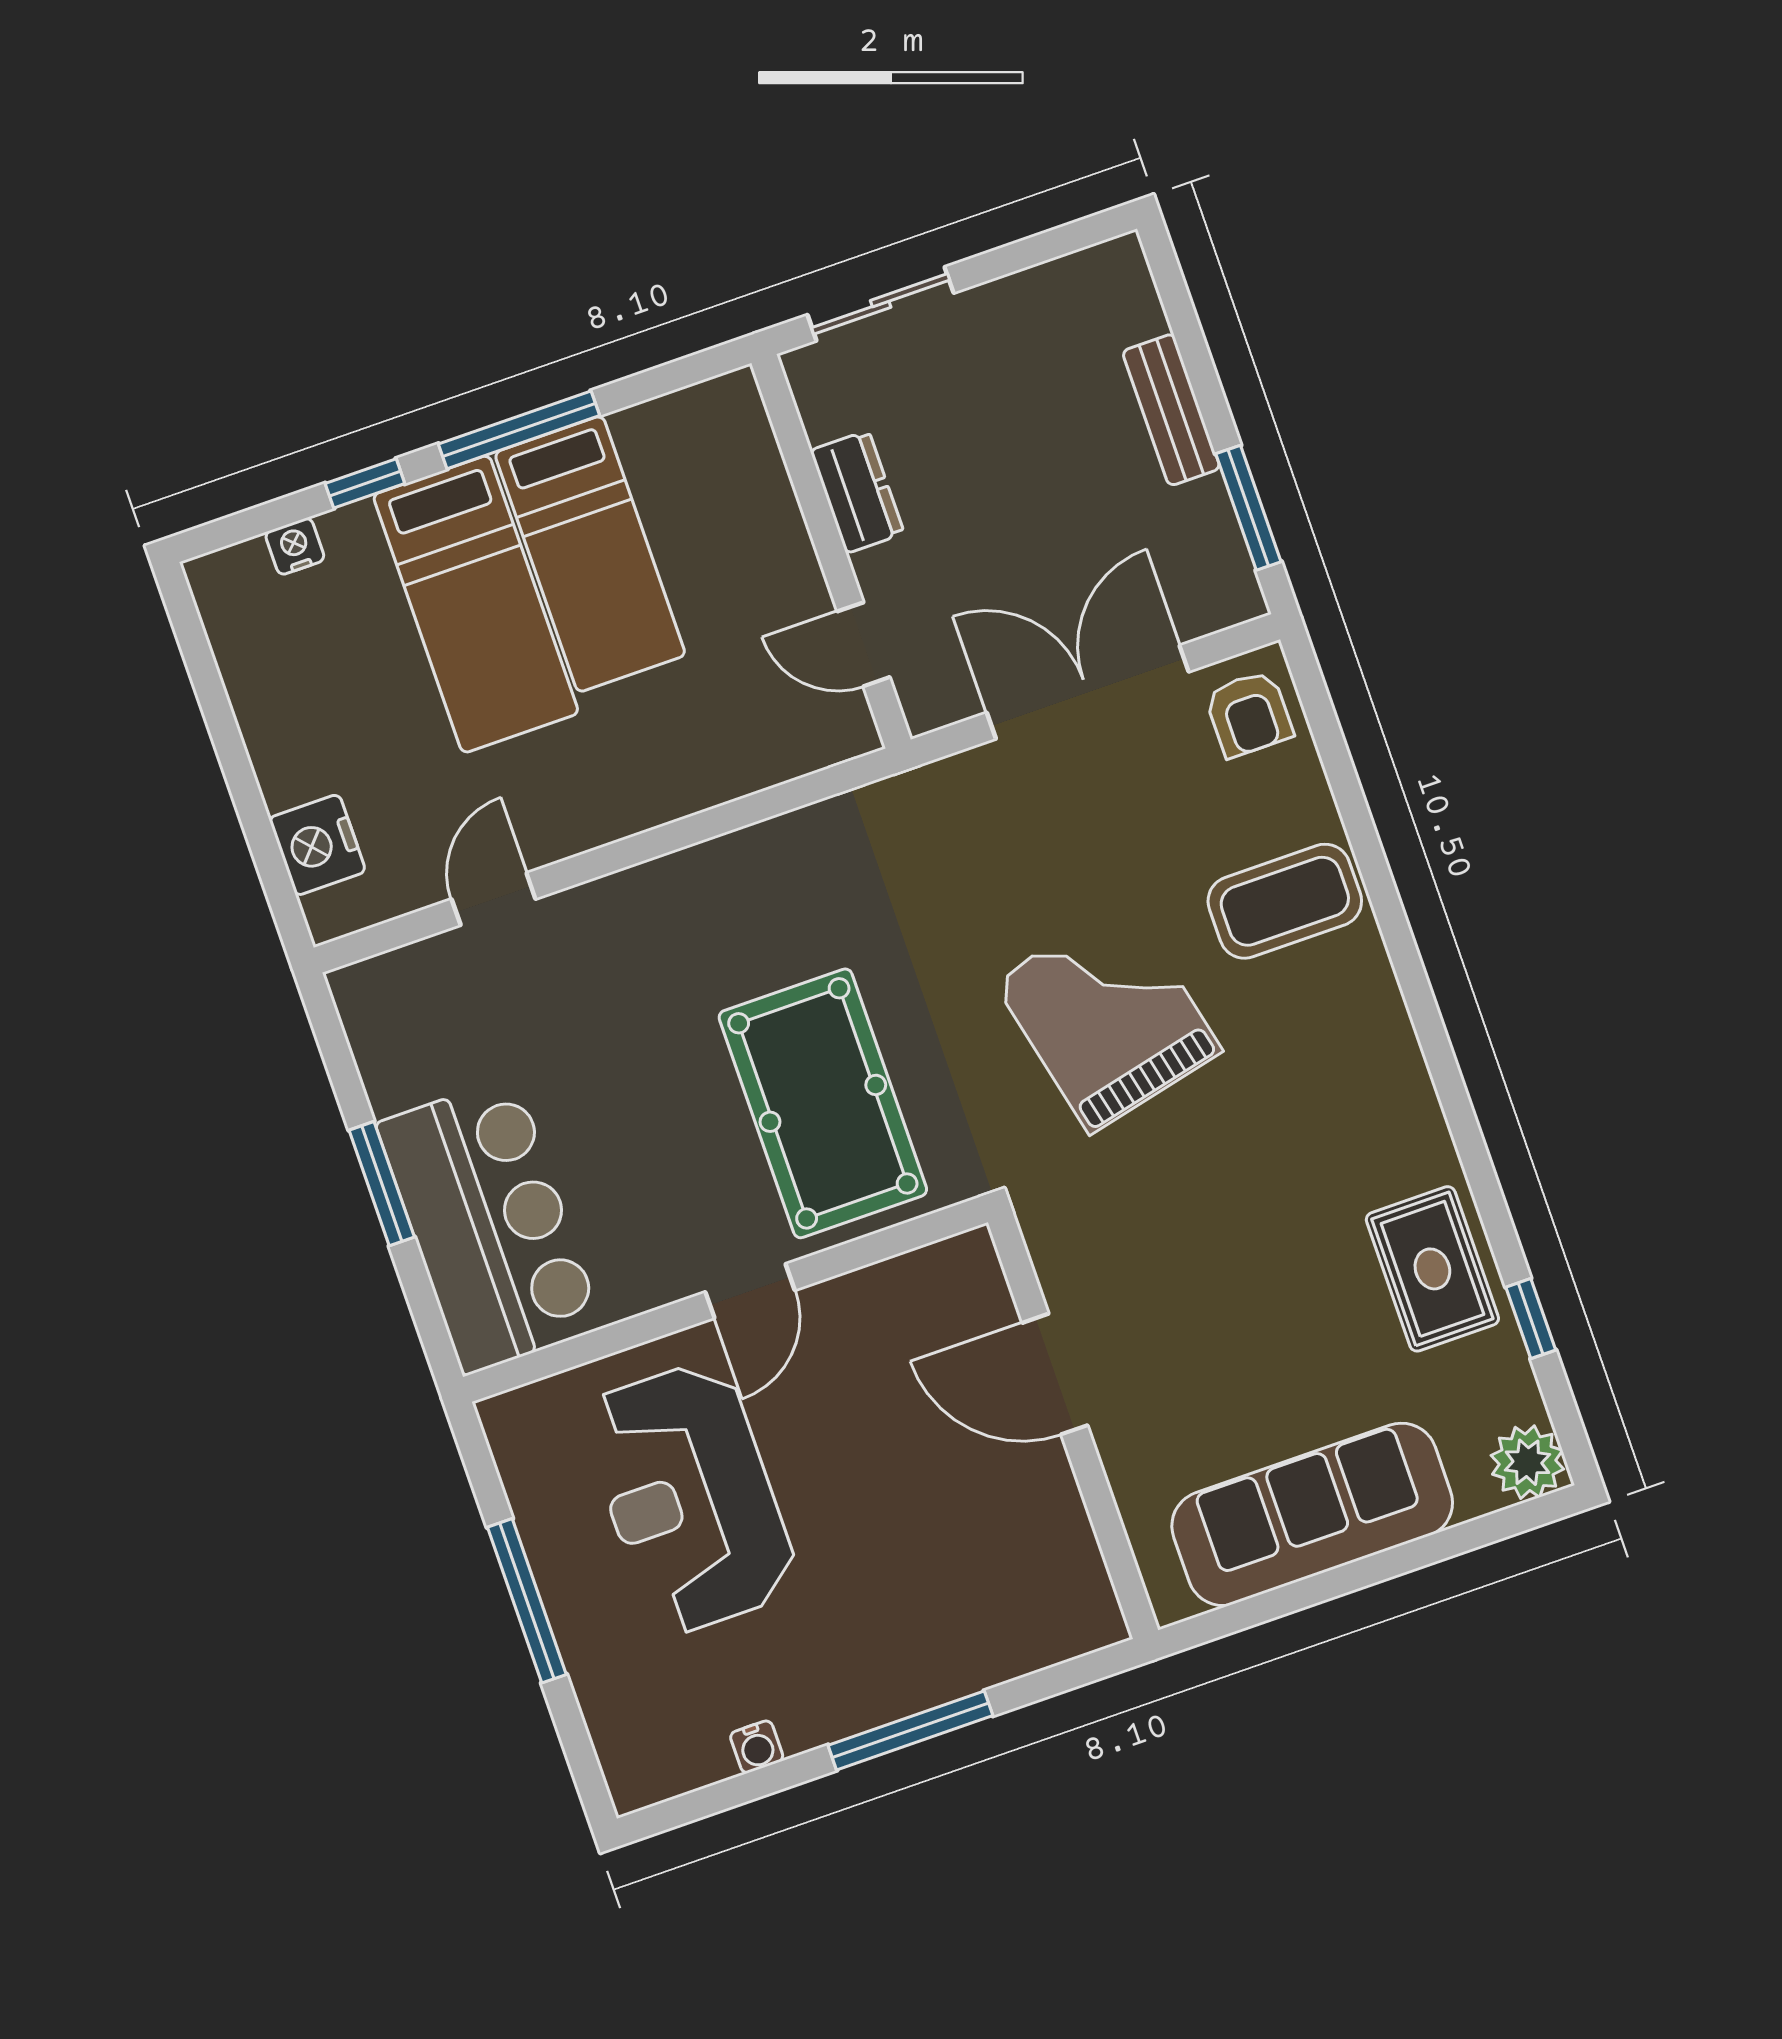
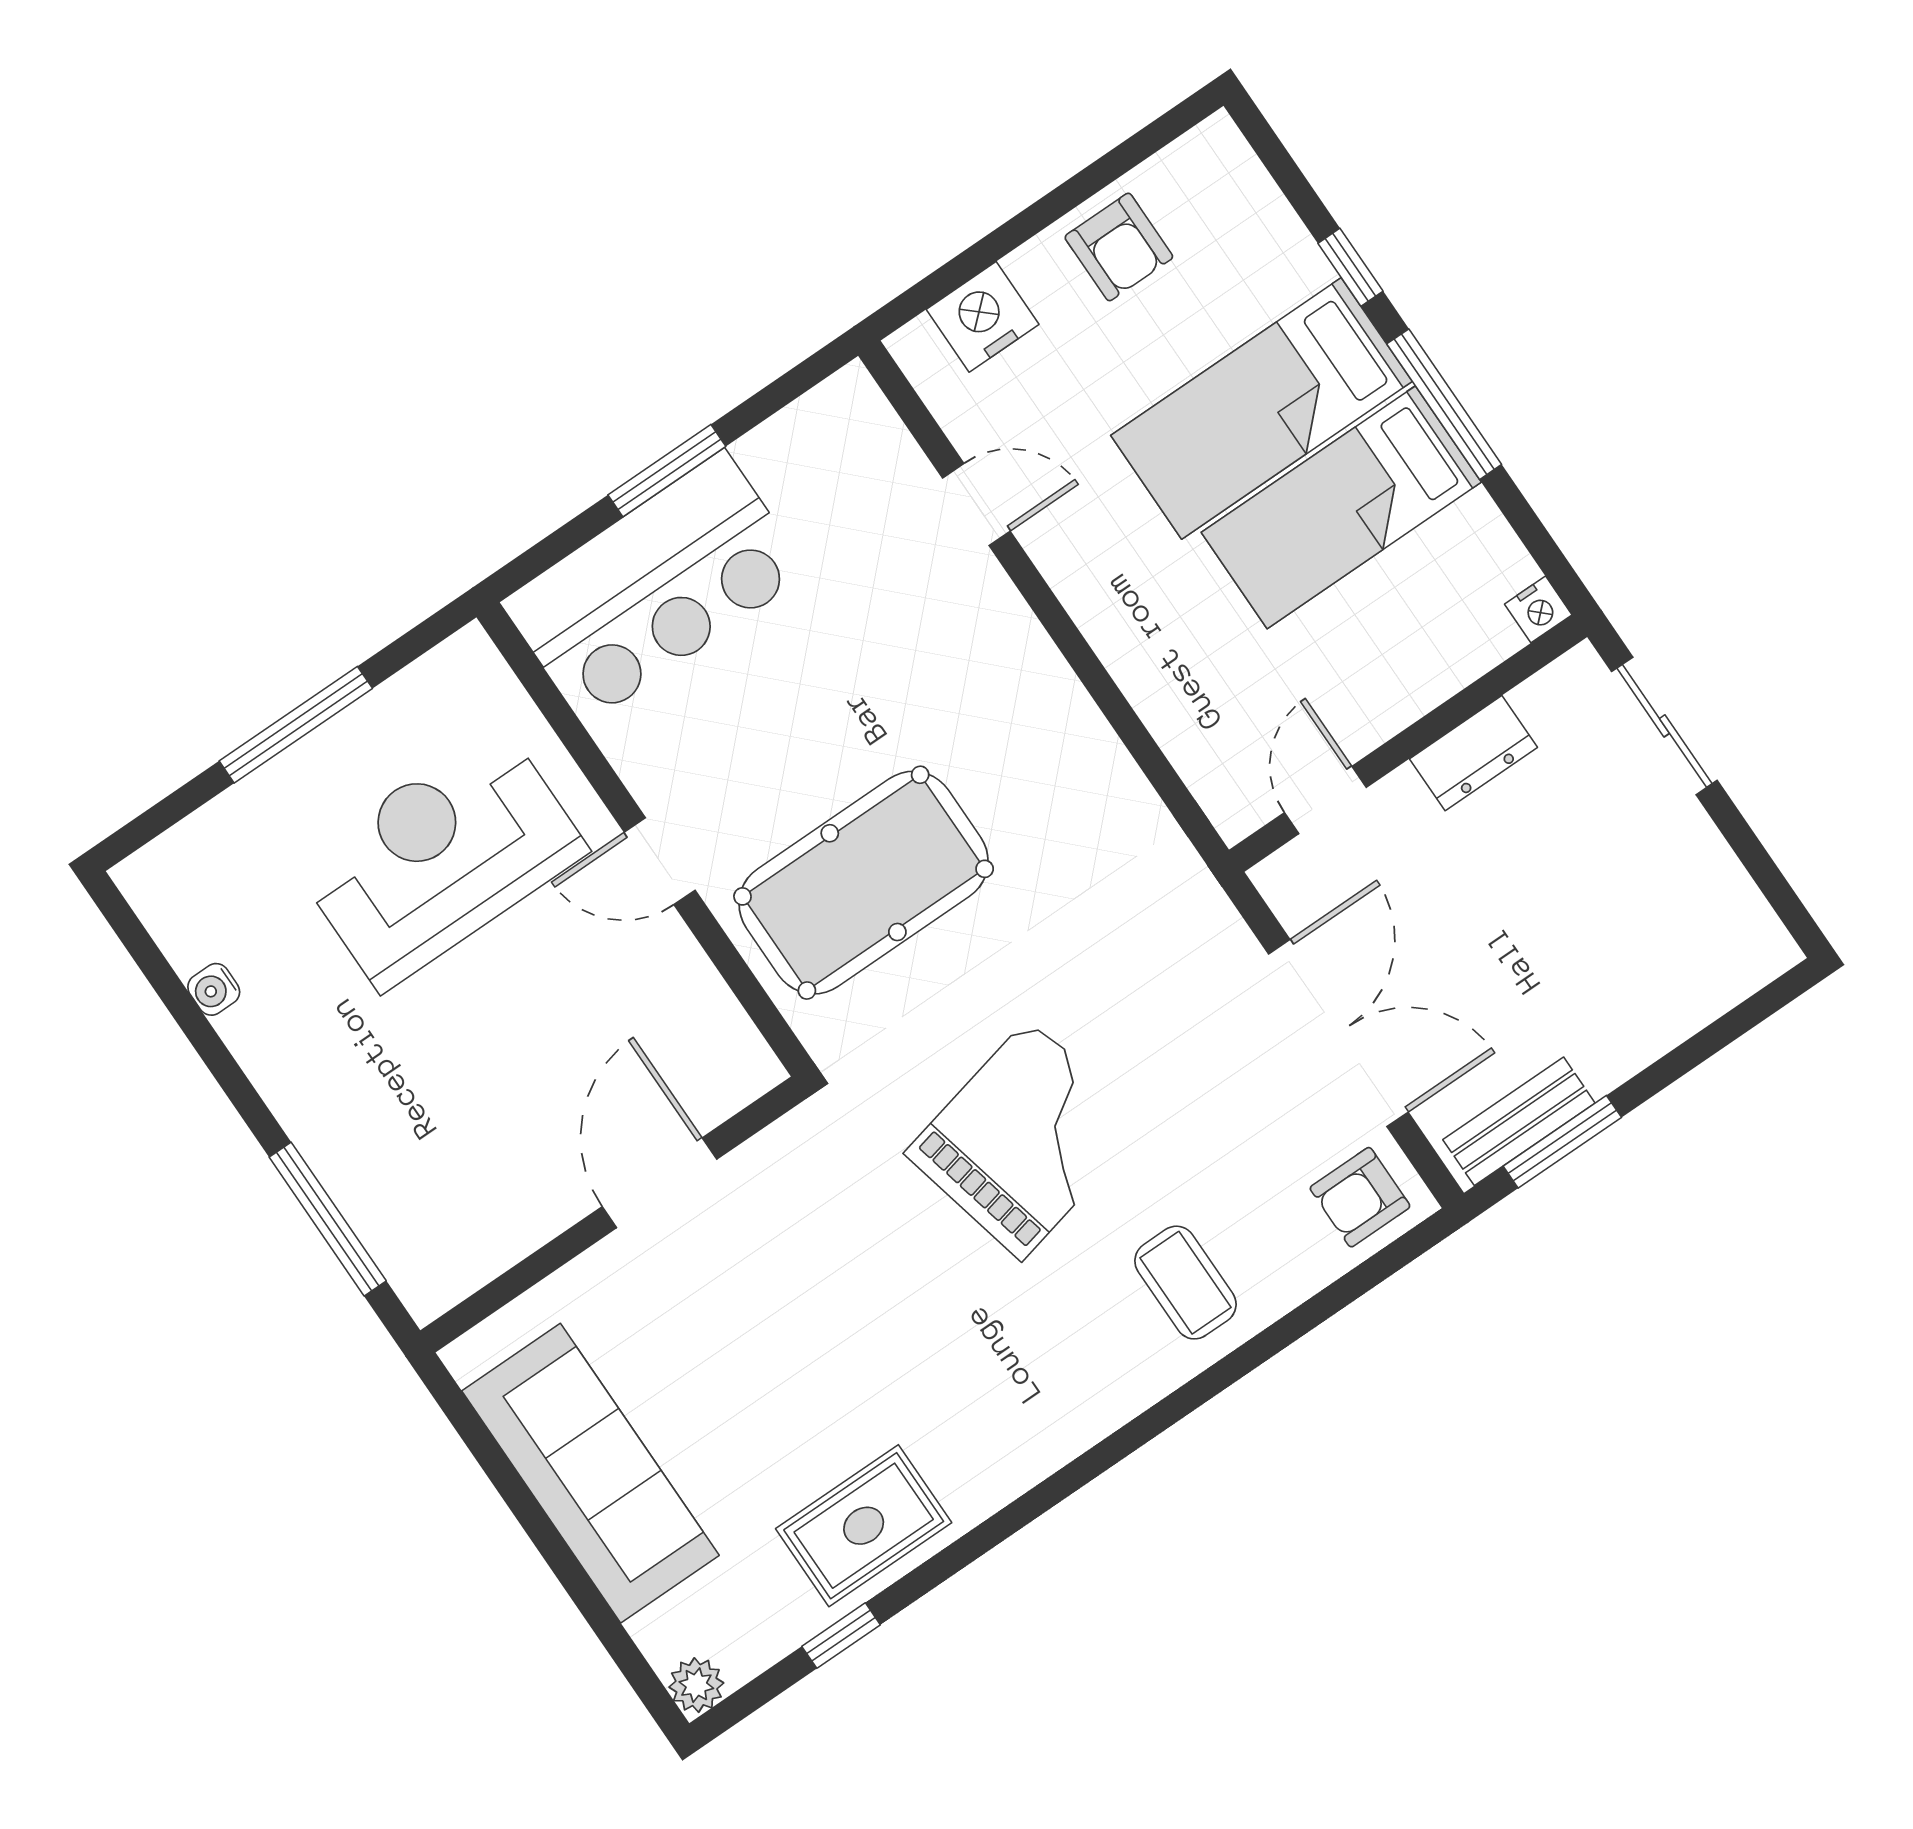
bench: (1171, 410) -> (1519, 1121), moved
nightstand: (295, 546) -> (1538, 609), moved, turned 90
armchair: (286, 698) -> (1119, 247), added
coffee table: (1285, 901) -> (1185, 1283), width x0.73, depth x0.77
plant: (1527, 1462) -> (696, 1685), width x0.73, depth x0.73
window: (910, 1730) -> (328, 1219), moved

